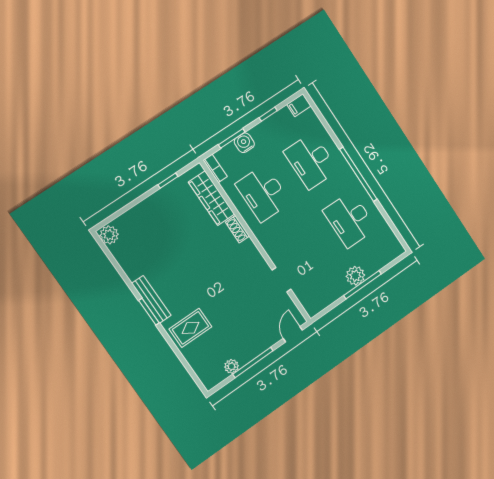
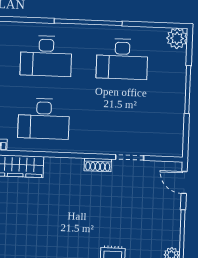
shoe rack: (237, 229) -> (98, 165), moved
plant: (355, 276) -> (177, 38), moved

